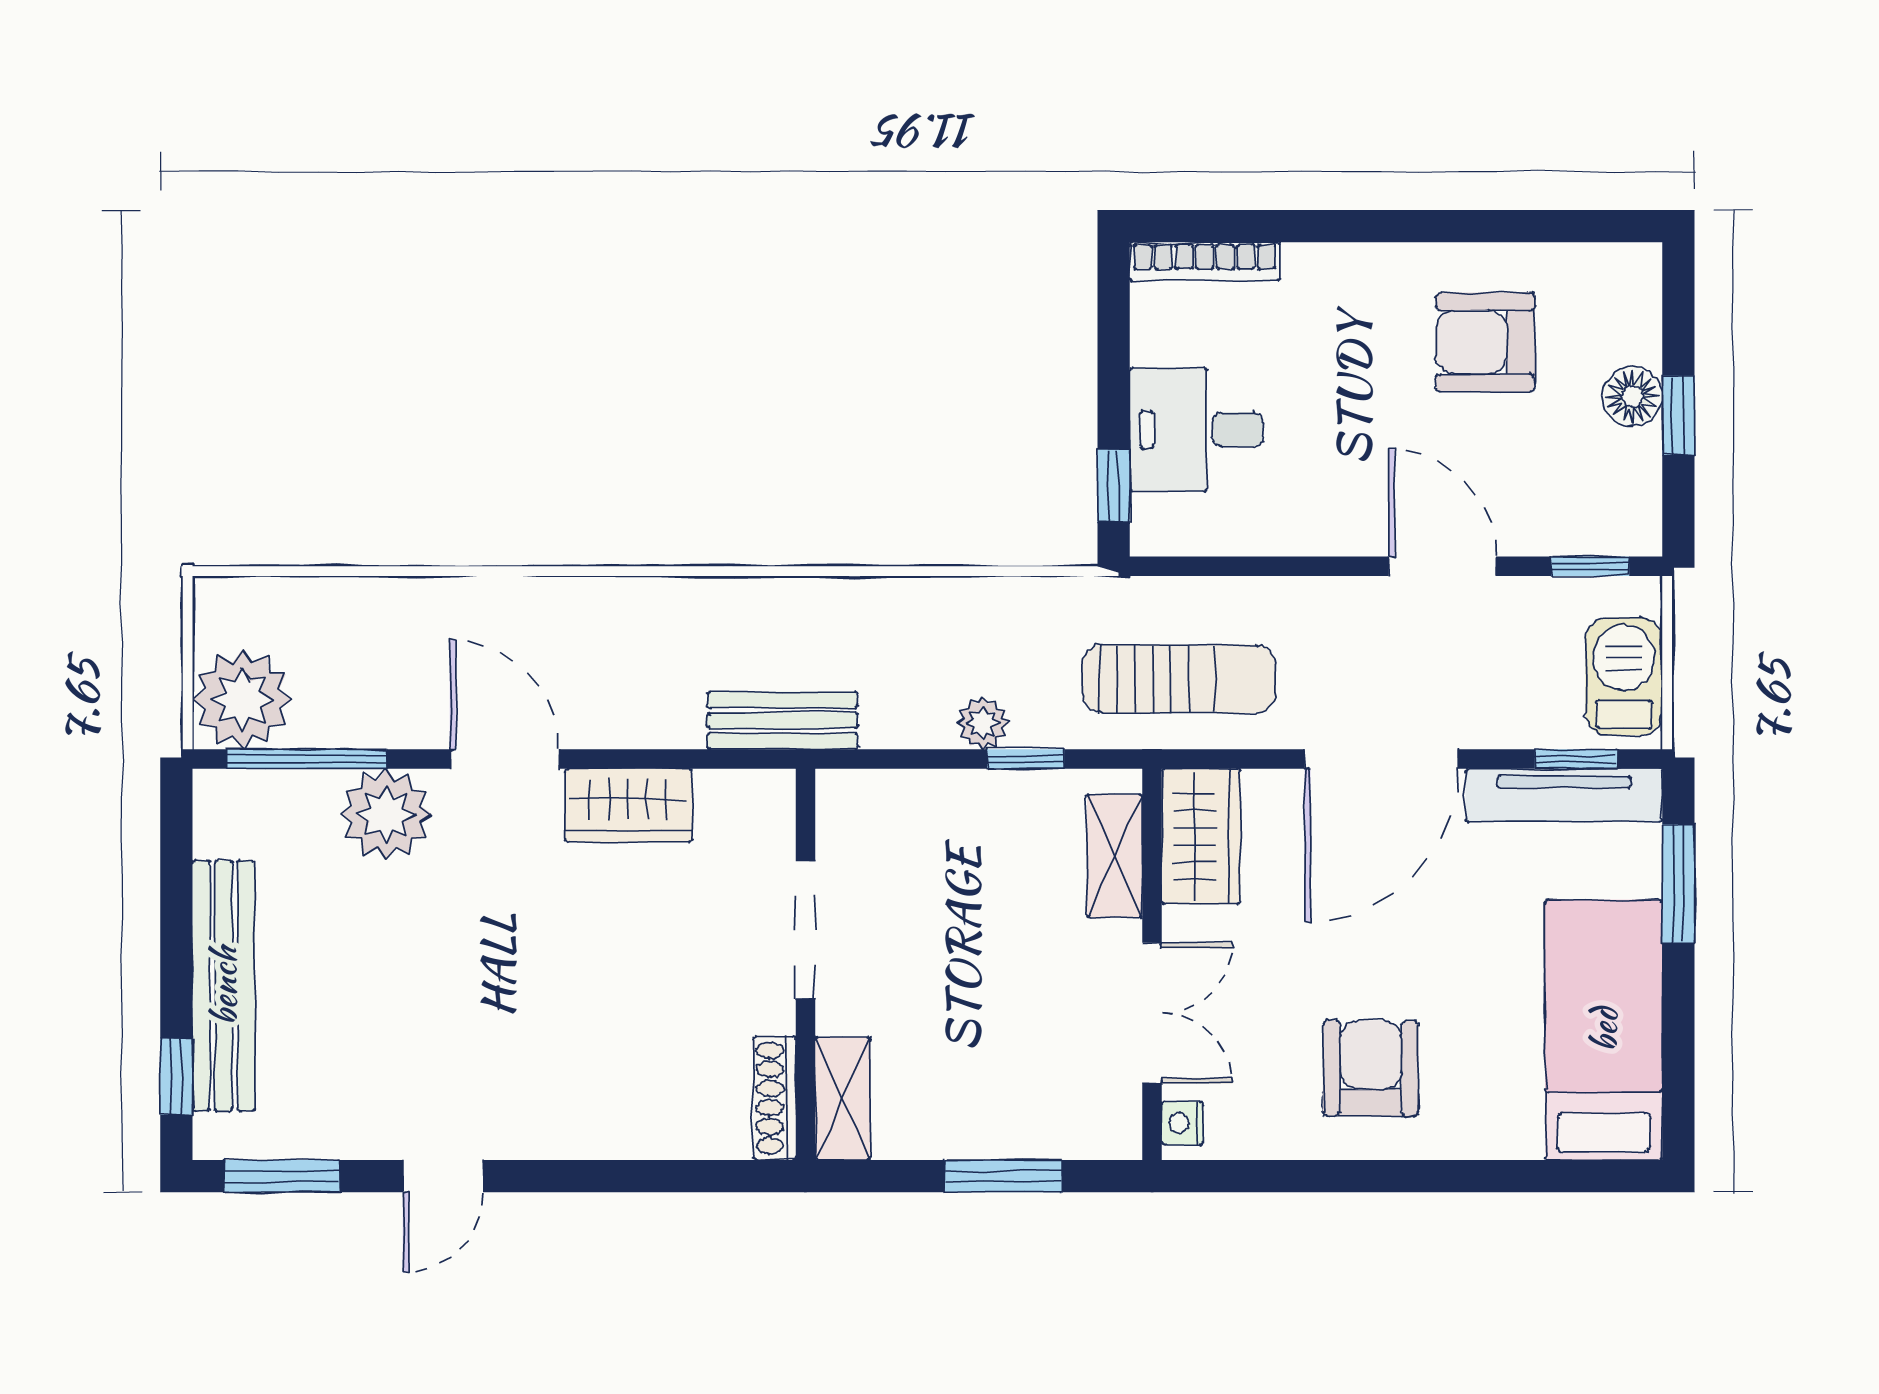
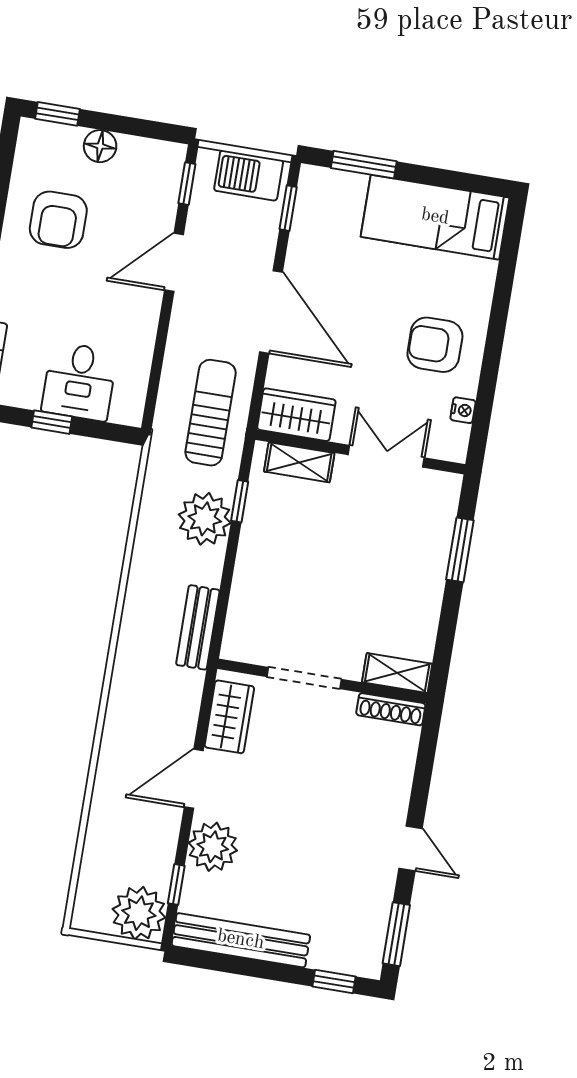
window: (1678, 415) -> (58, 114), moved
window: (1114, 486) -> (52, 422), moved
plant: (983, 723) -> (205, 519), width x1.88, depth x1.88
window: (306, 759) -> (176, 884), width x0.46
tv unit: (1564, 795) -> (306, 218), removed
doorway: (805, 930) -> (304, 678), moved
wall: (805, 964) -> (322, 681), moved
bench: (224, 986) -> (241, 940), moved
shoe rack: (775, 1098) -> (391, 709), moved
shelving: (843, 1099) -> (397, 673), moved
nightstand: (1182, 1123) -> (463, 410), moved, turned -90

